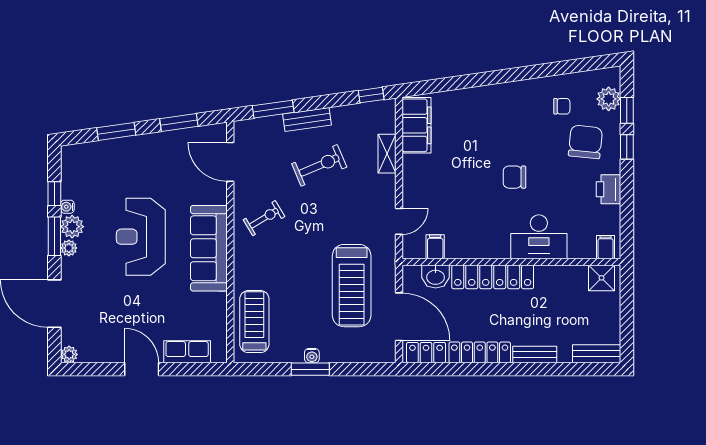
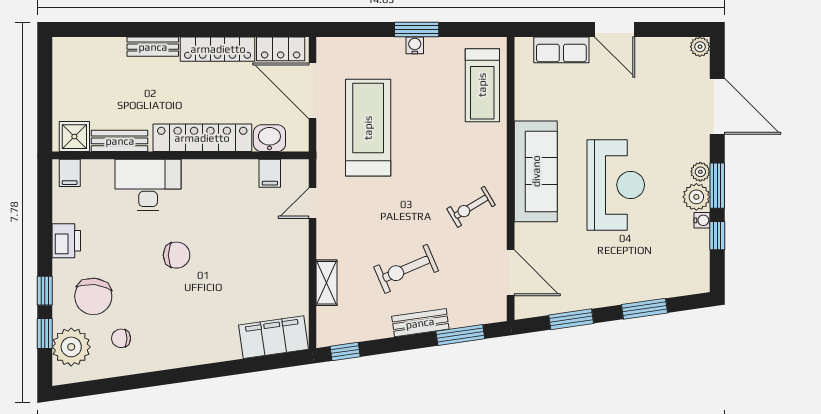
plant: (609, 99) -> (71, 347), width x1.36, depth x1.36
filing cabinet: (416, 125) -> (273, 337), moved, turned 82
bench: (597, 354) -> (120, 141), moved

